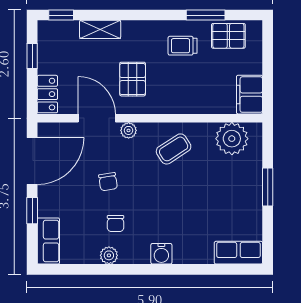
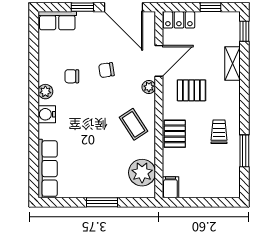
pallet: (228, 36) -> (175, 134), moved
filing cabinet: (250, 95) -> (170, 187), width x0.50
row of seats: (238, 253) -> (48, 169), width x1.48
plant: (109, 255) -> (45, 92), moved

